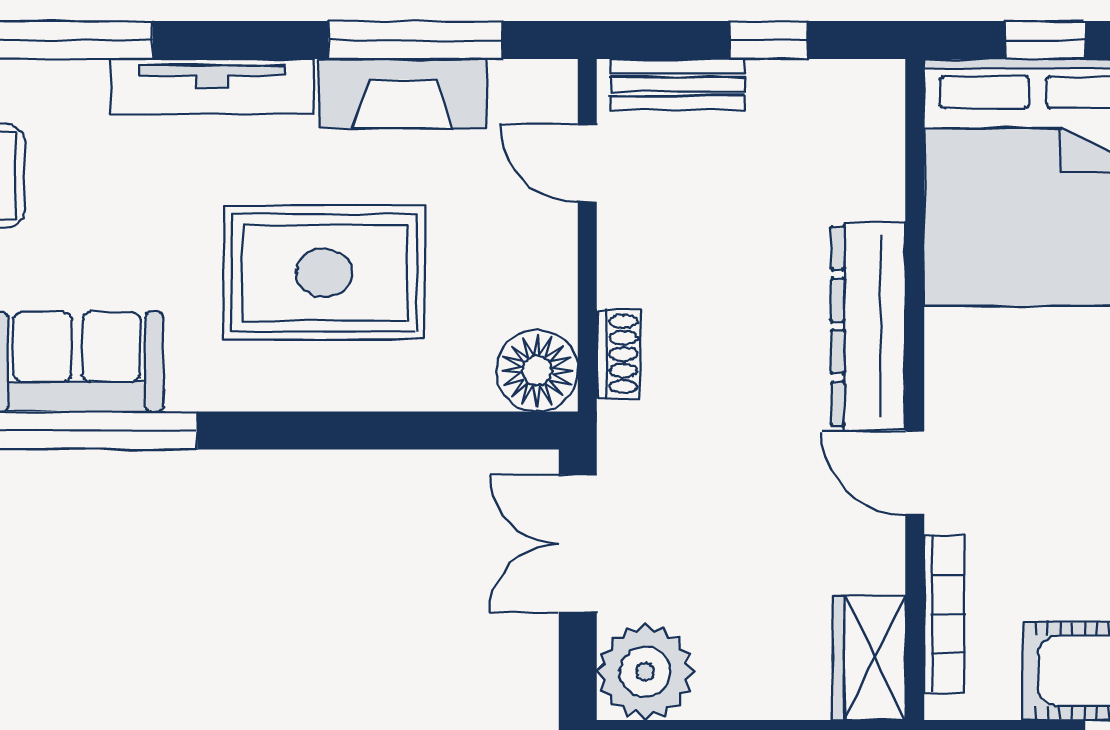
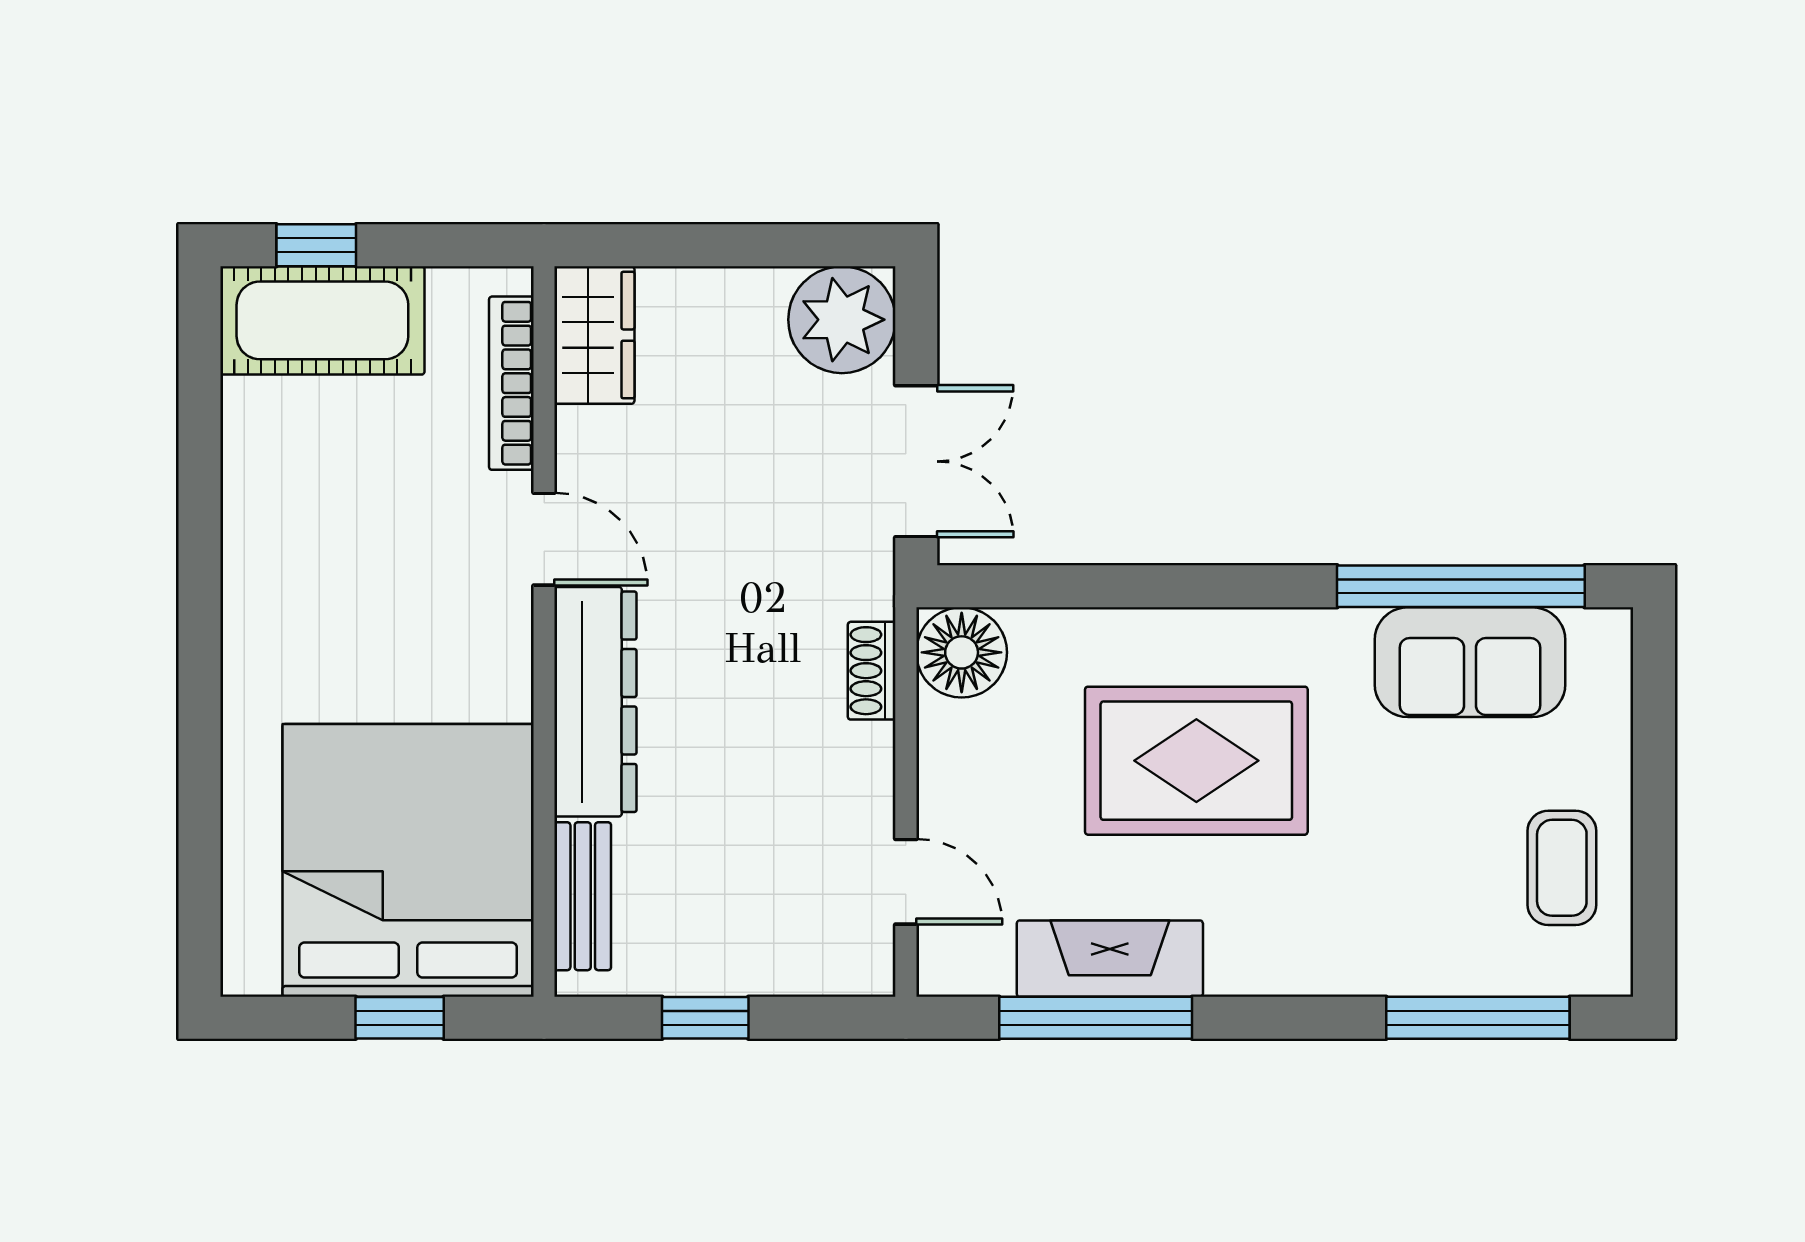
bench: (678, 85) -> (583, 896), moved, turned 90
tv unit: (212, 86) -> (1320, 967), removed

